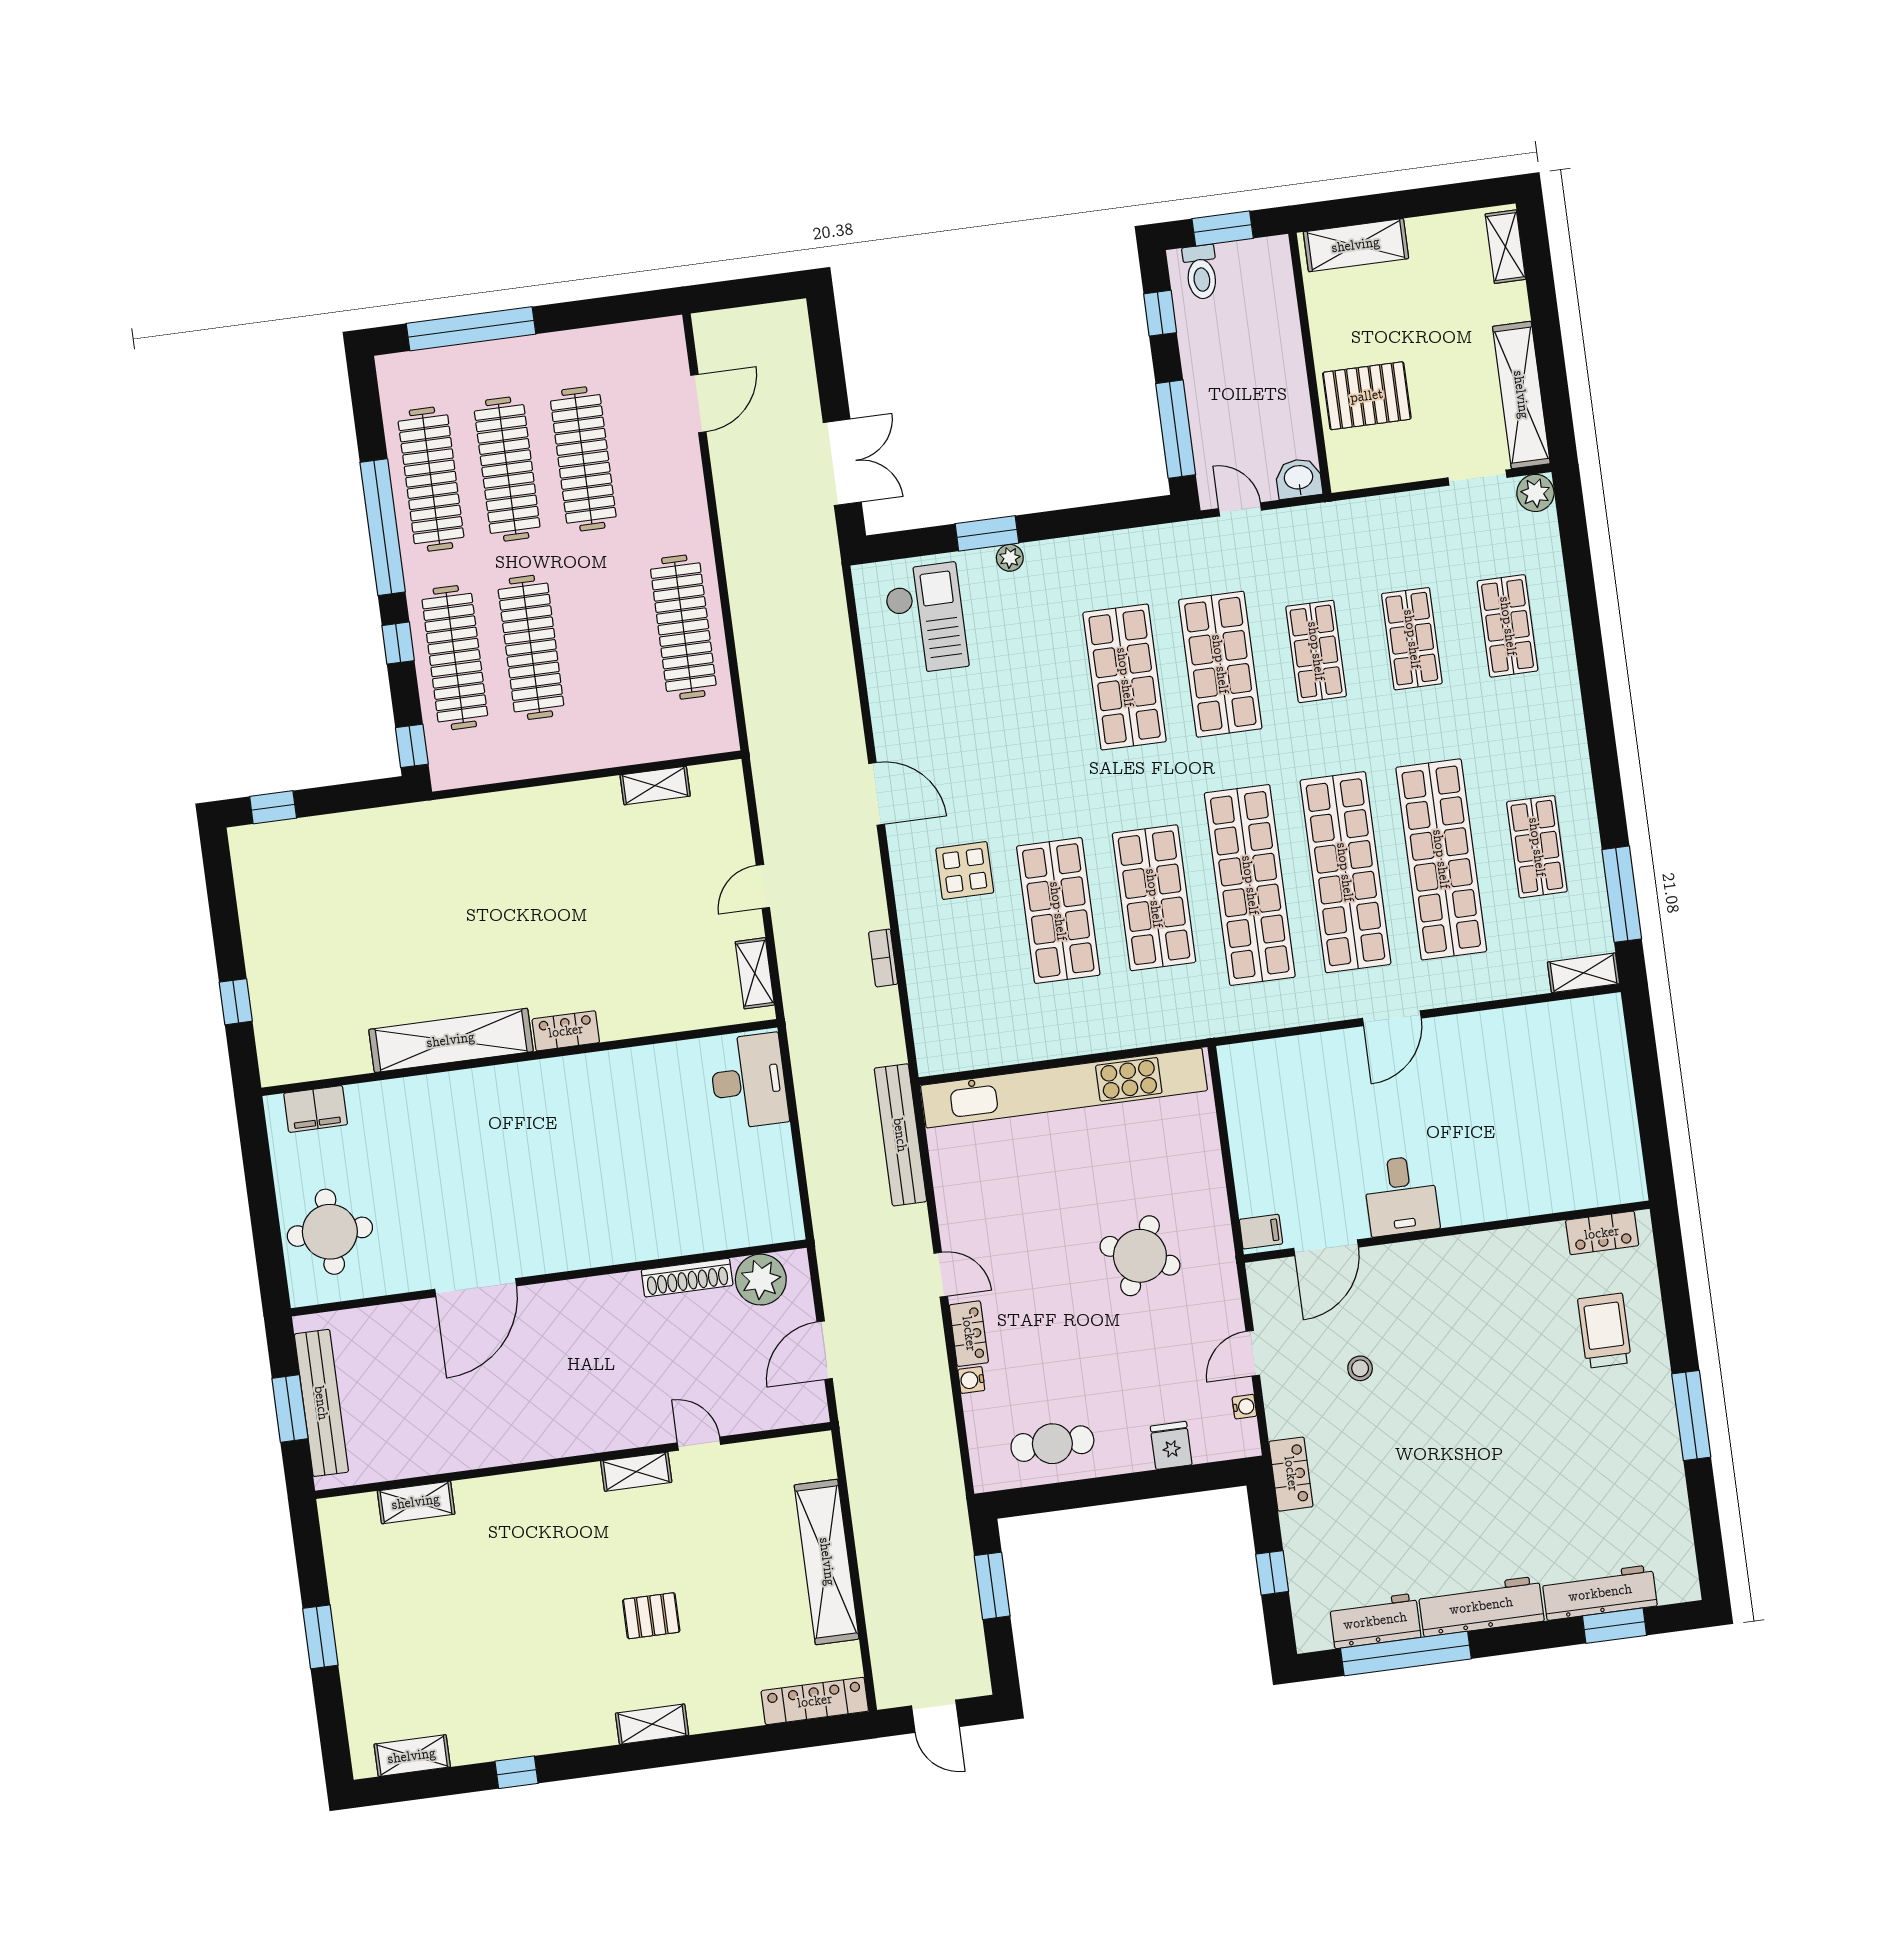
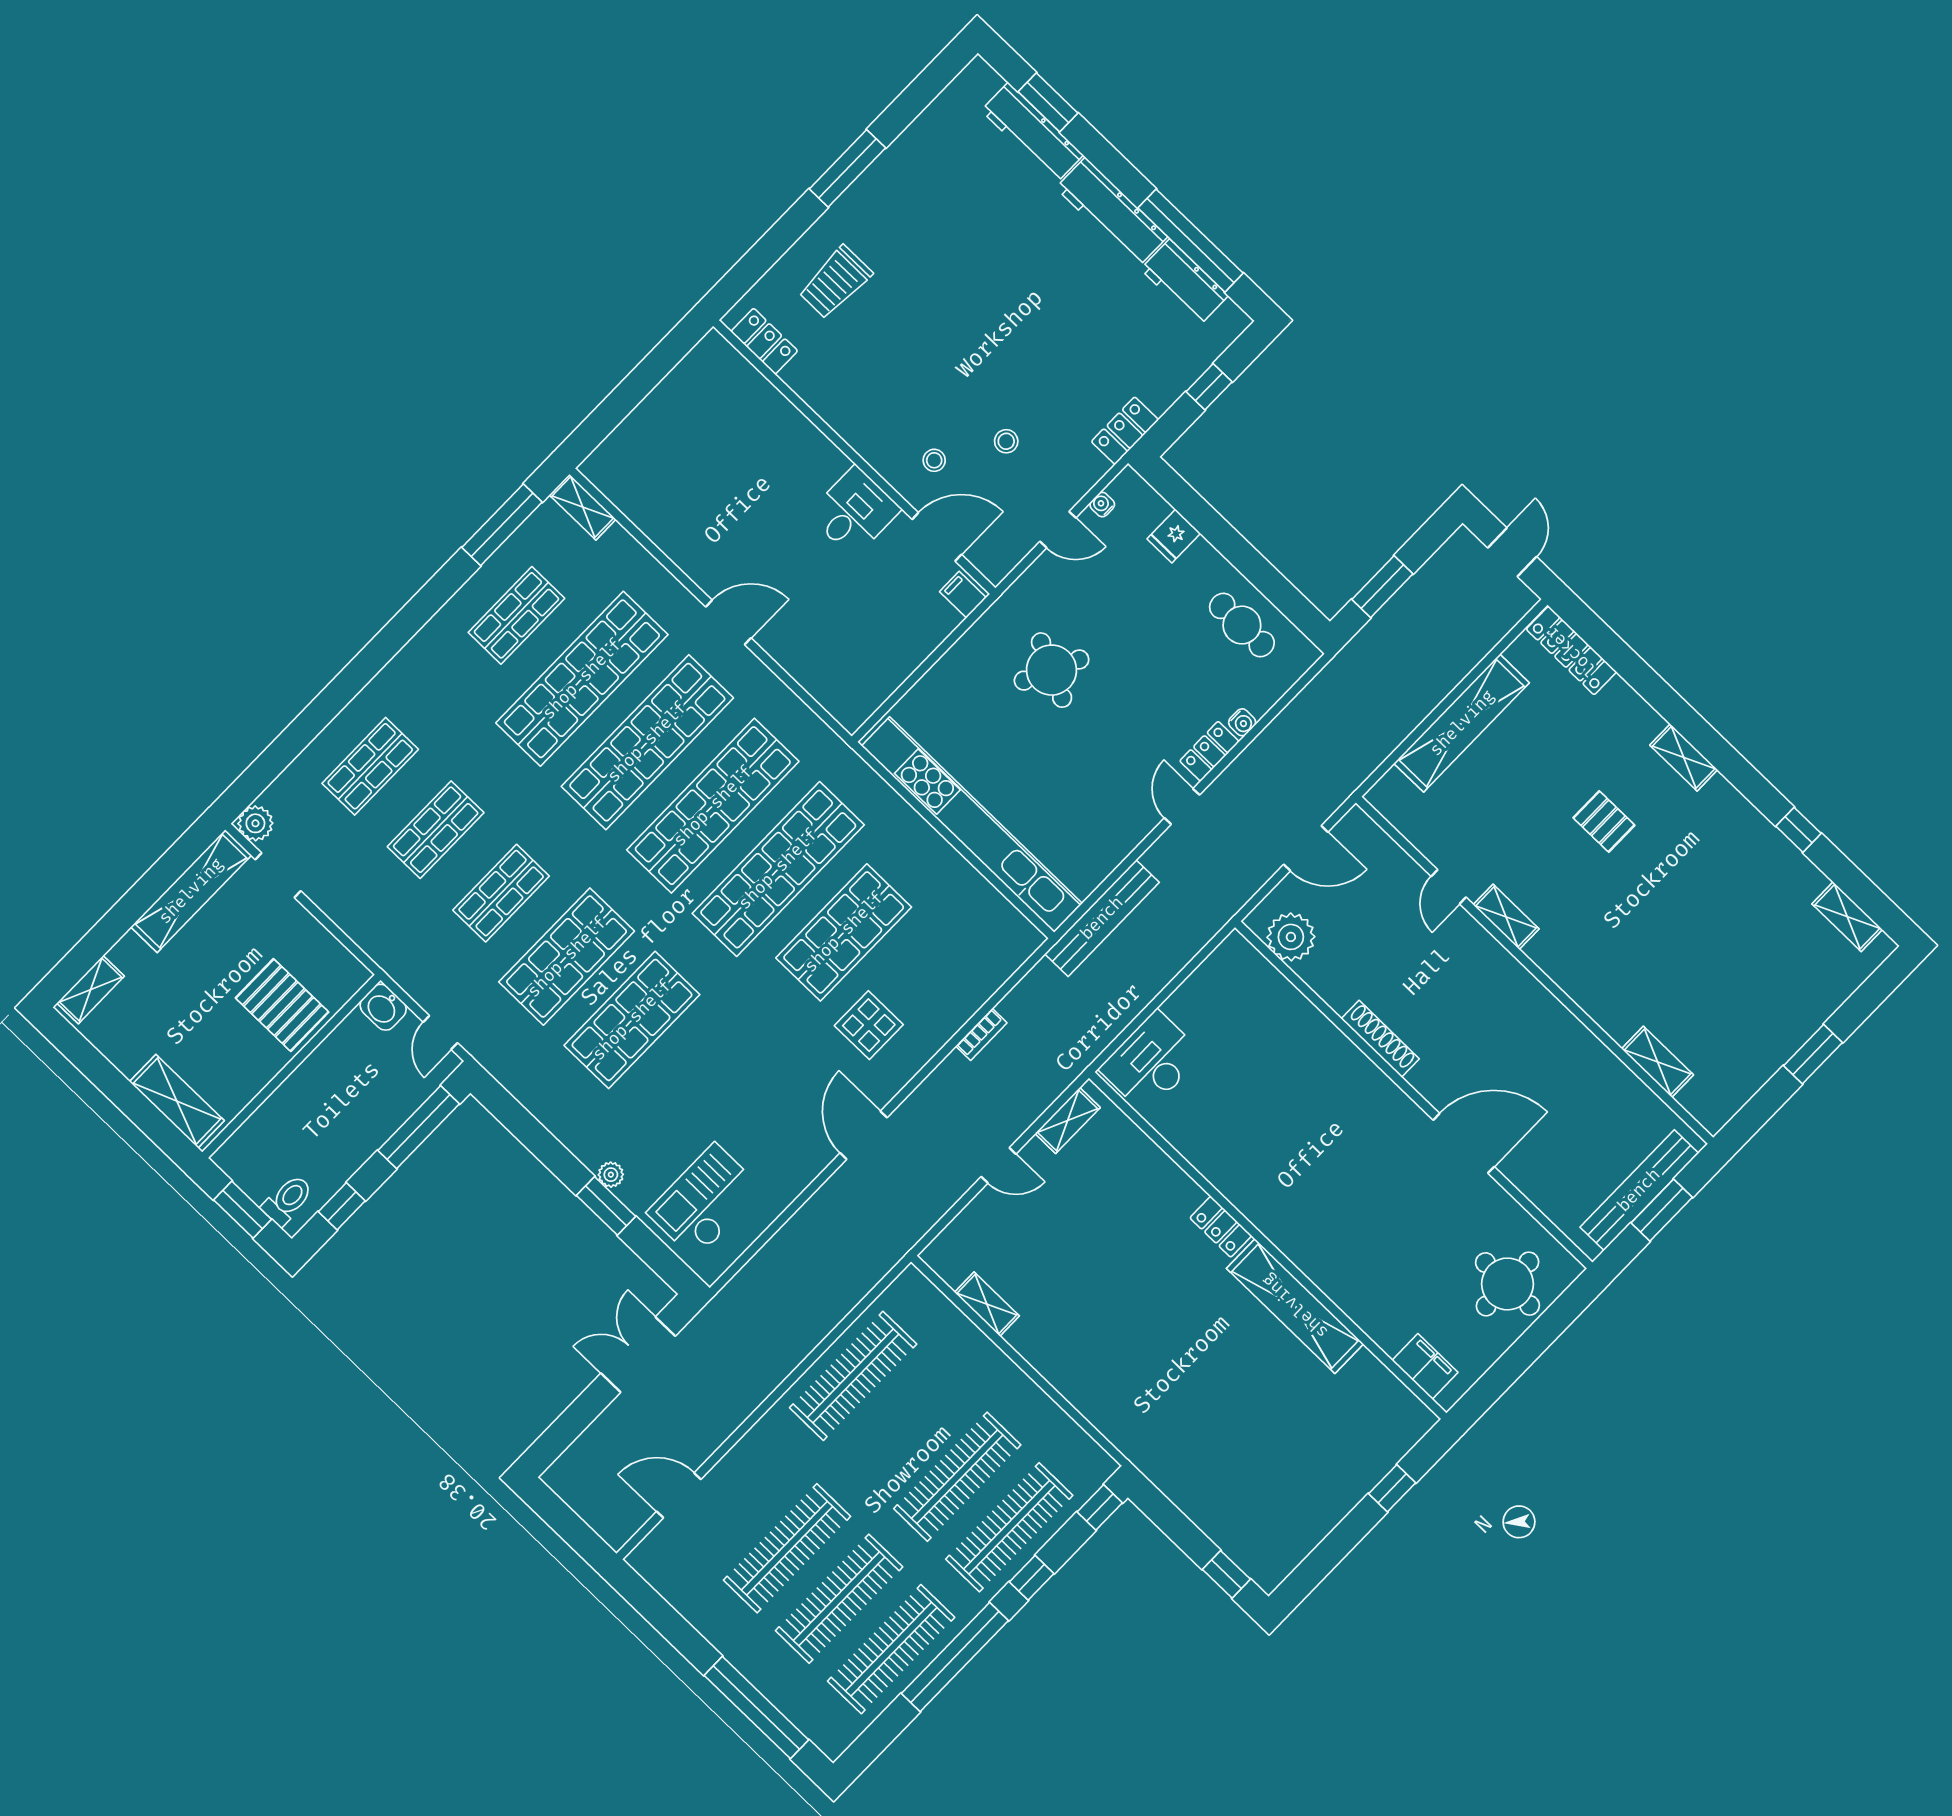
shop shelf: (1154, 898) -> (778, 869), width x1.40
shoe rack: (687, 1278) -> (1380, 1039), moved
stool: (1392, 1296) -> (934, 460), added

